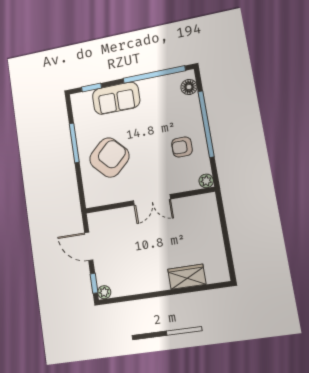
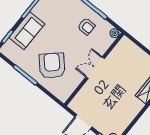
armchair: (182, 147) -> (86, 26), turned -90
double door: (152, 200) -> (95, 68), swing flipped

